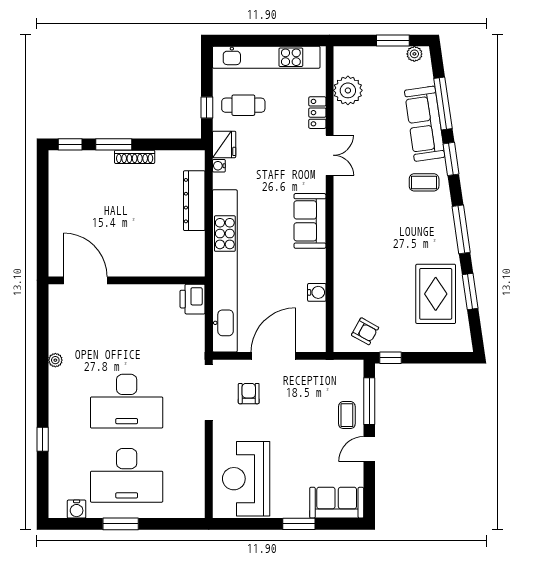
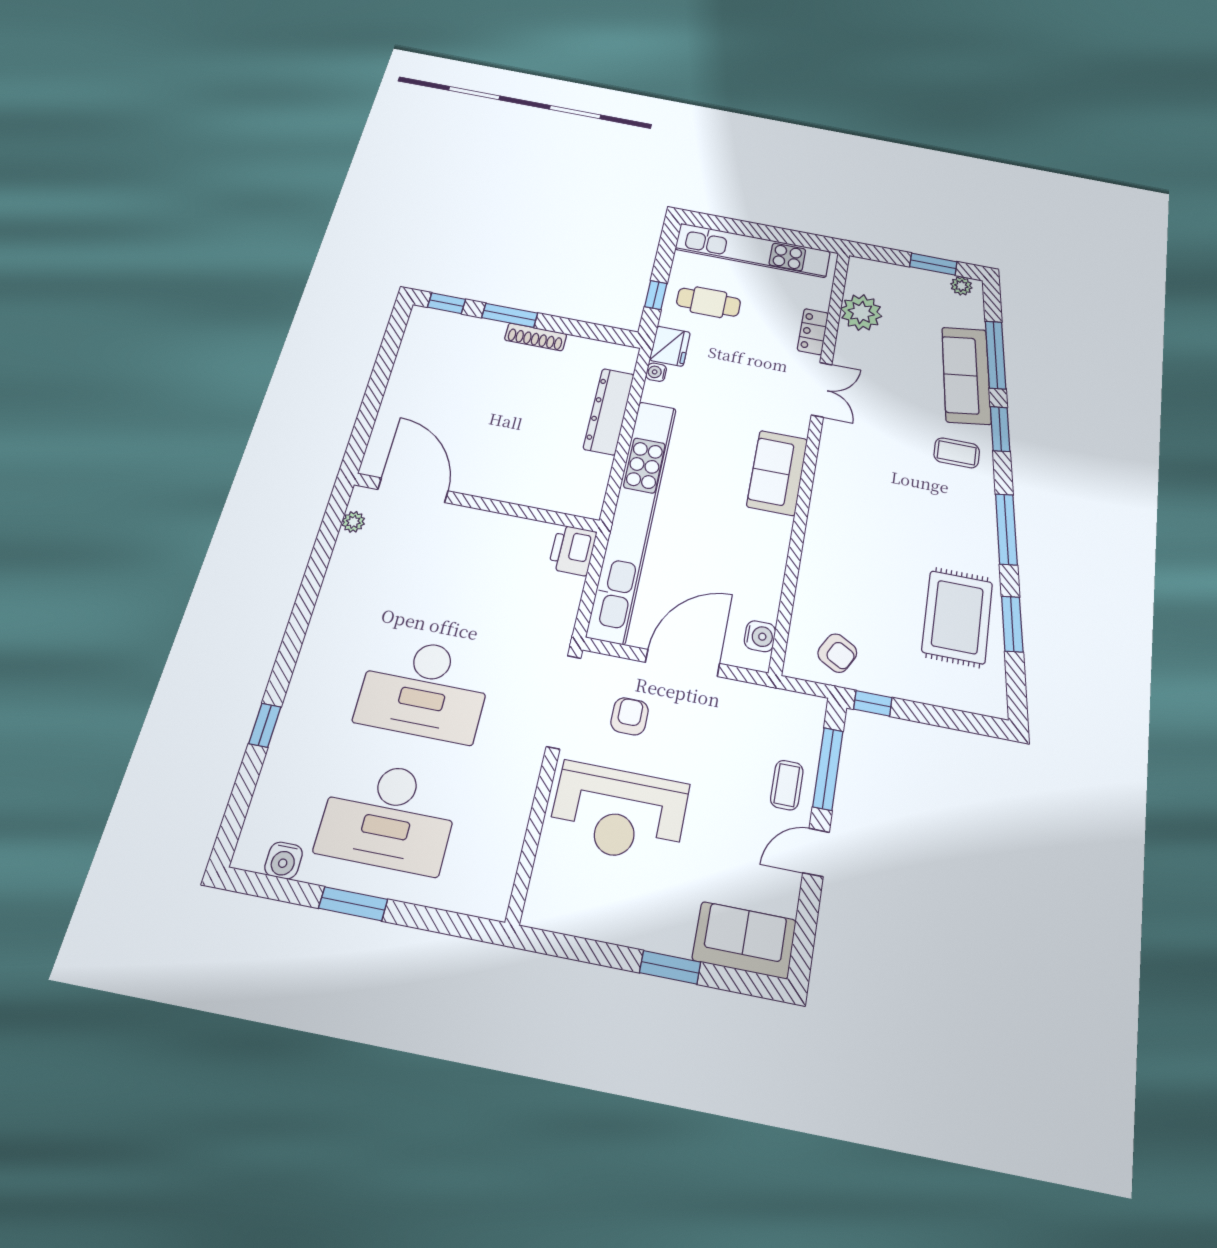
water cooler: (317, 292) -> (760, 636), moved
plant: (55, 360) -> (353, 522), moved
reception desk: (246, 479) -> (619, 813), moved, turned -90

